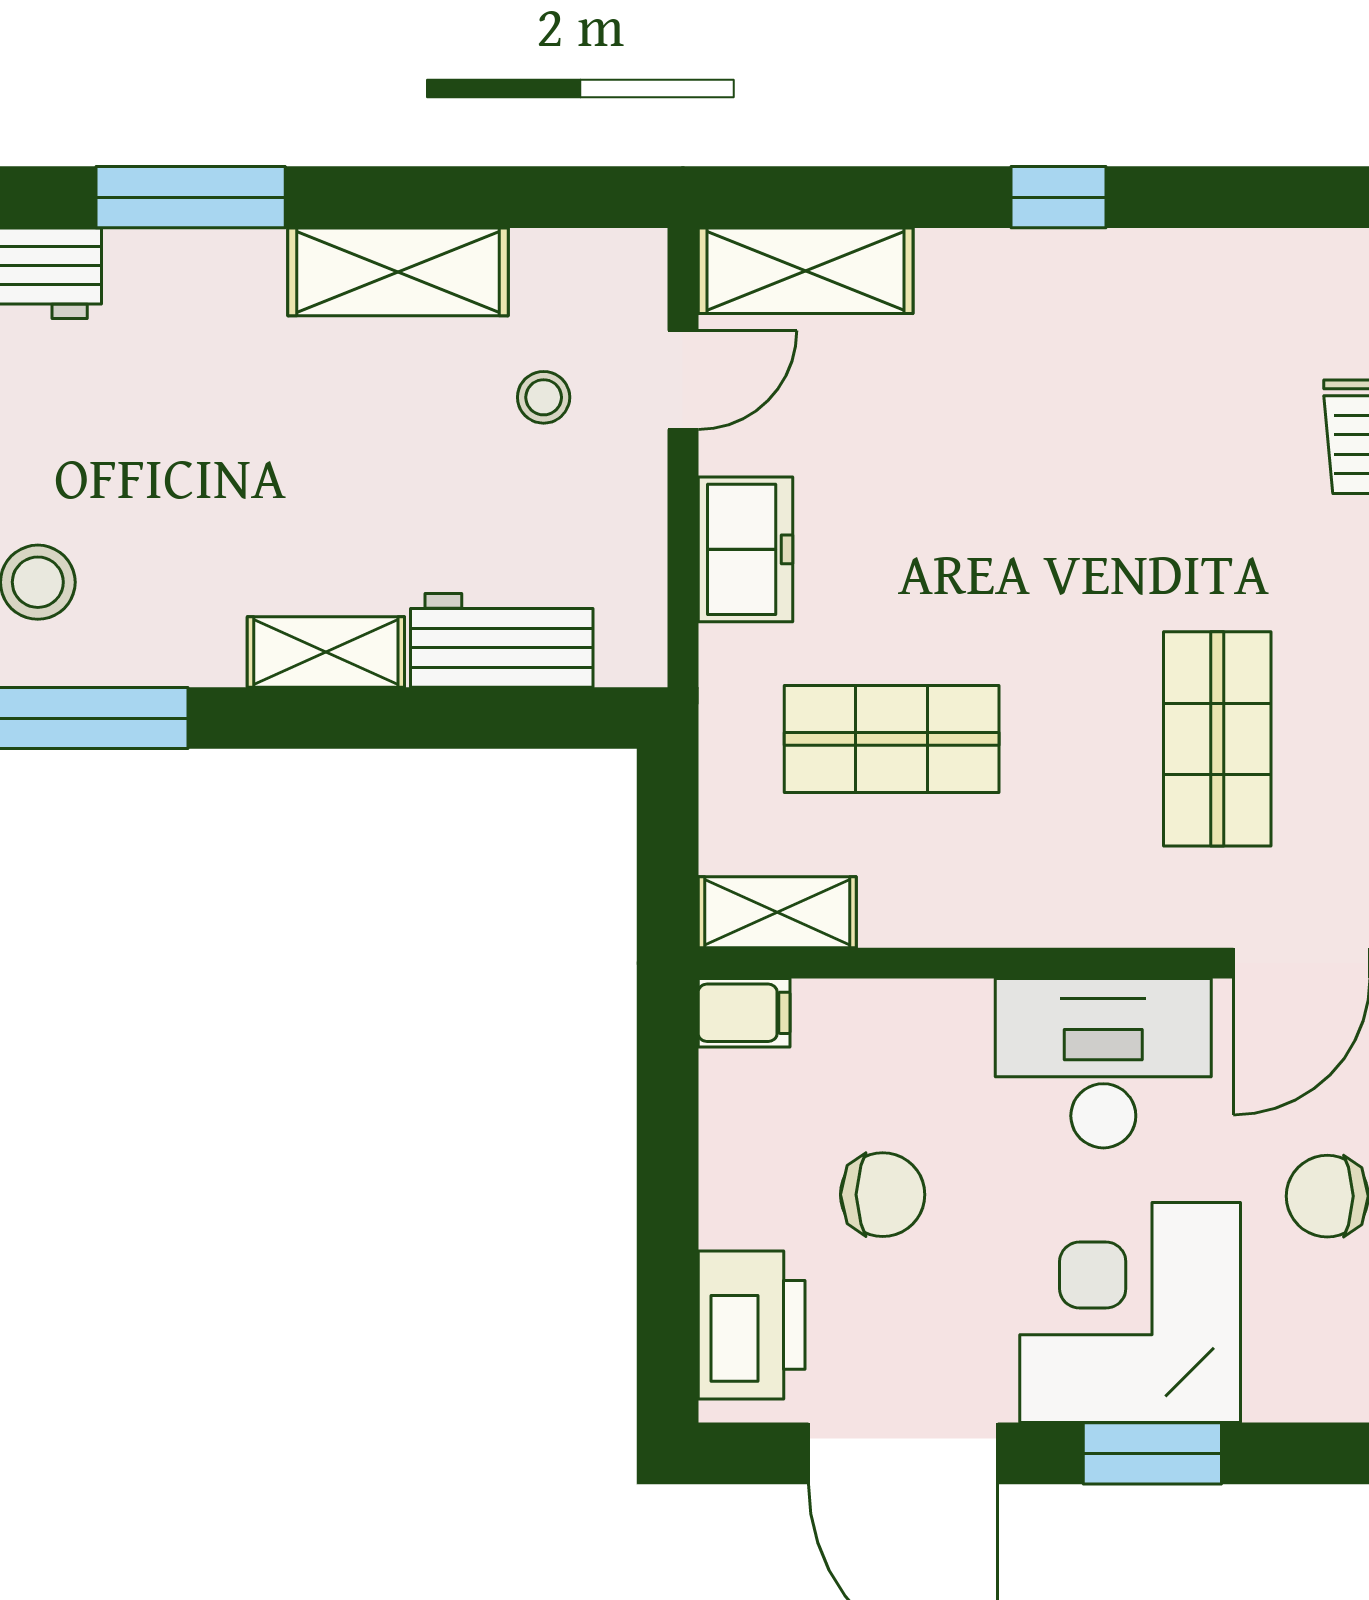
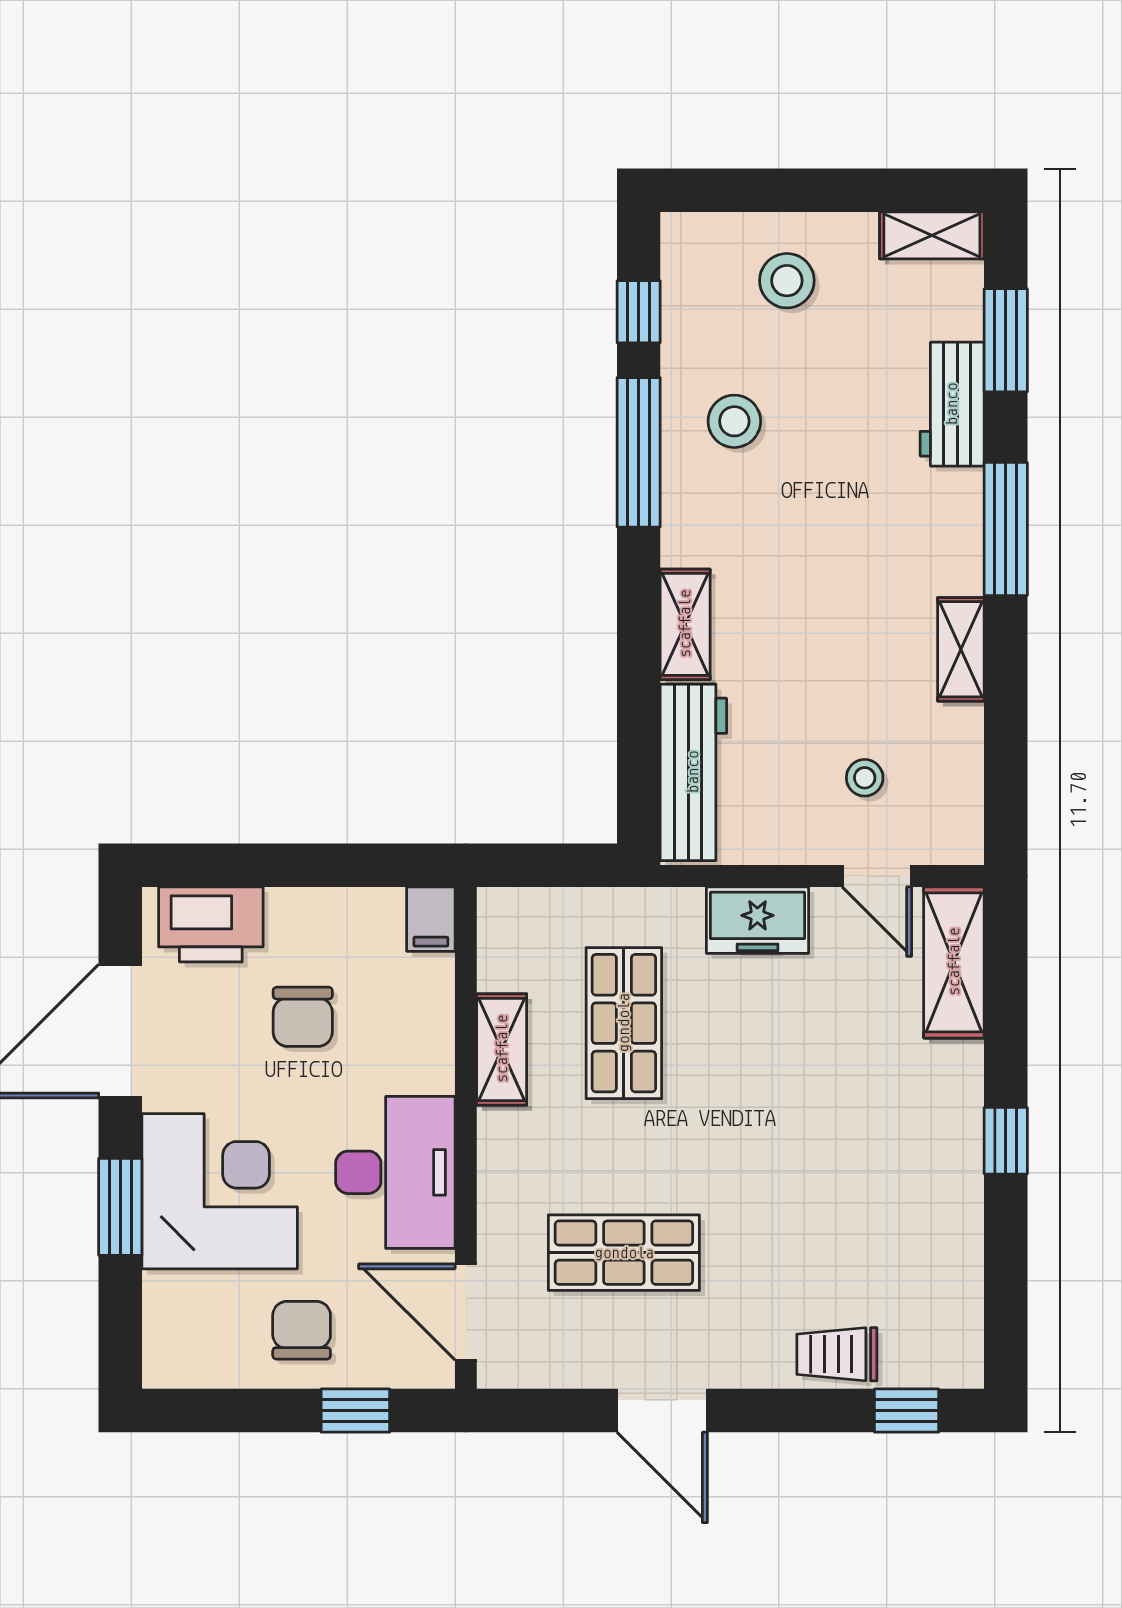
shelving: (398, 272) -> (961, 649), width x0.67, depth x0.75
workbench: (502, 640) -> (693, 772), width x1.38
shelving: (777, 912) -> (502, 1049), moved

